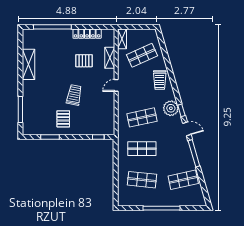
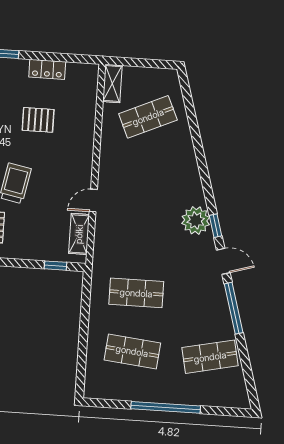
locker: (87, 34) -> (47, 69), width x0.66
shelving: (110, 58) -> (79, 234), moved
trolley: (160, 80) -> (178, 166), removed
door: (116, 85) -> (93, 200), moved
shop shelf: (142, 117) -> (140, 234), removed

